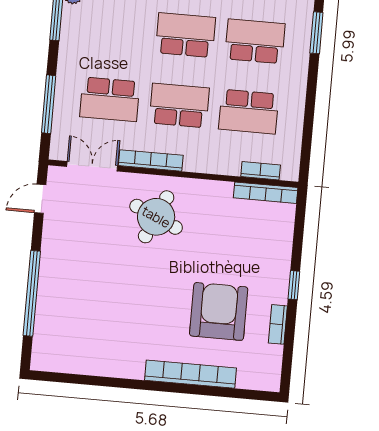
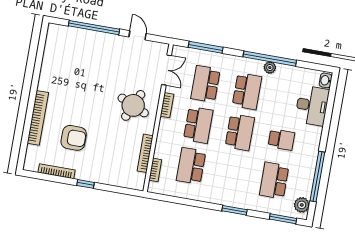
school desk: (255, 41) -> (247, 91), moved
bookcase: (151, 160) -> (167, 105), width x0.64
bookcase: (266, 193) -> (145, 153), moved
door: (40, 199) -> (138, 35), moved
armchair: (219, 311) -> (74, 138), width x0.73, depth x0.73
bookcase: (278, 324) -> (57, 171), width x1.56

